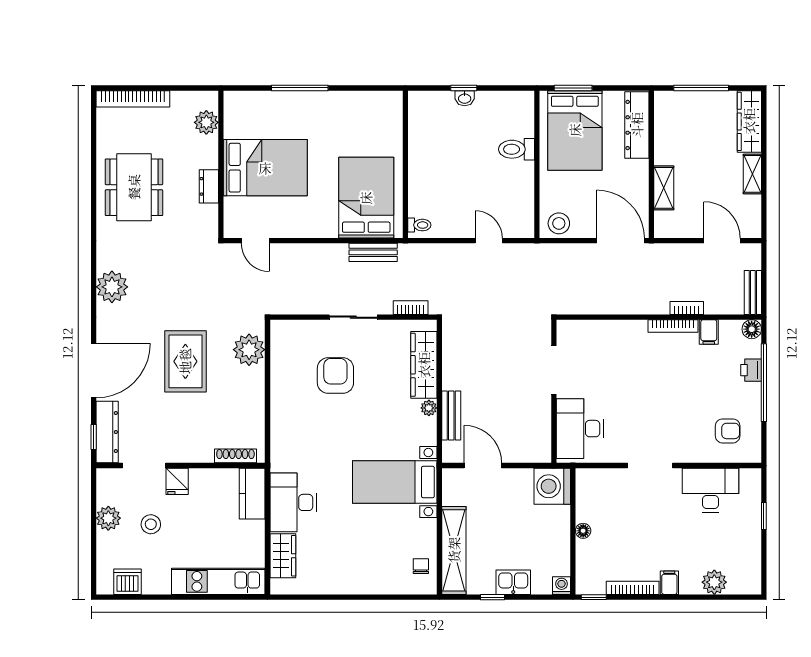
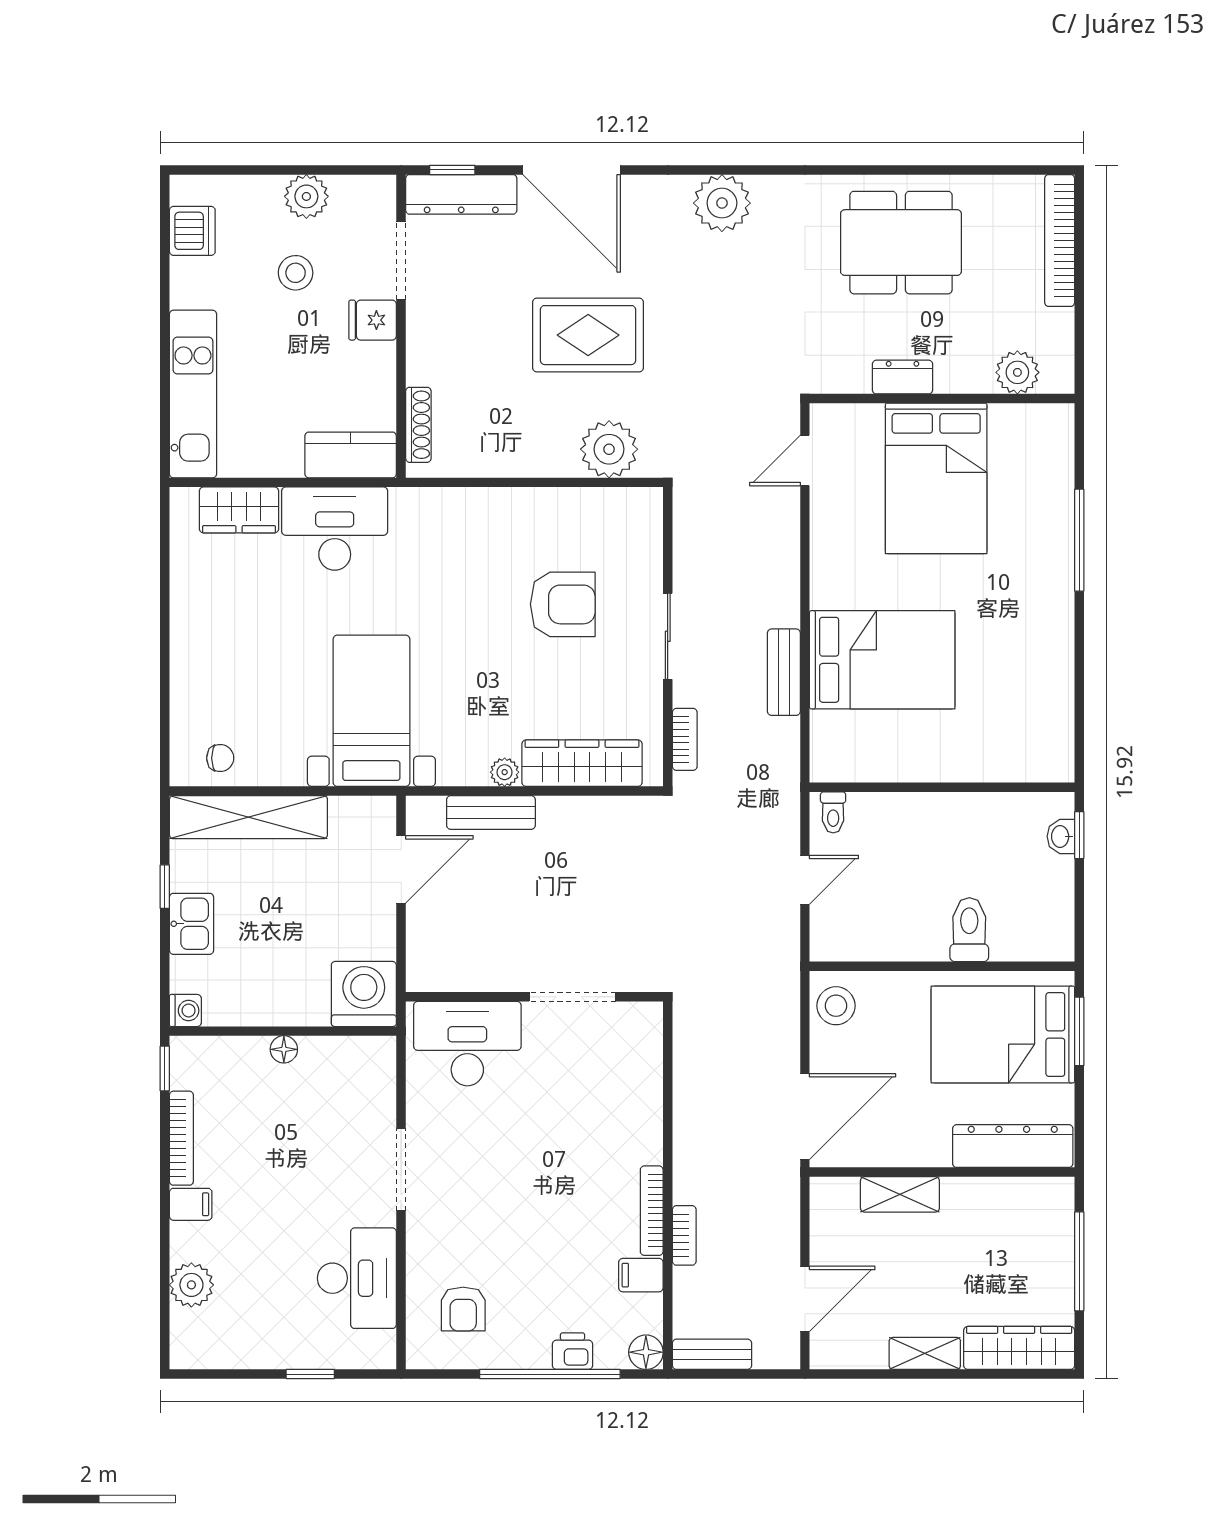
wall: (405, 164) -> (942, 787), moved
toilet: (419, 225) -> (833, 812), moved

